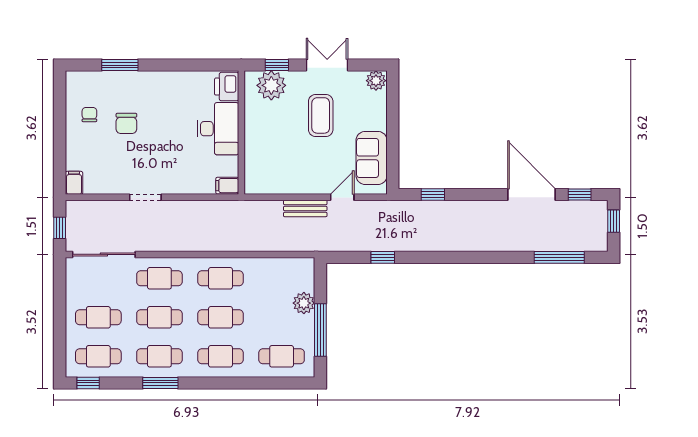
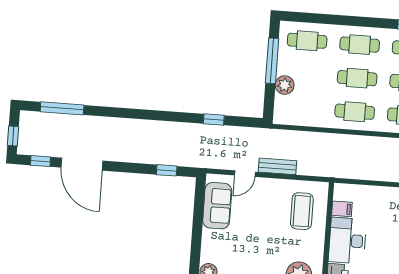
coffee table: (321, 115) -> (302, 211), moved
filing cabinet: (227, 186) -> (342, 209), moved

